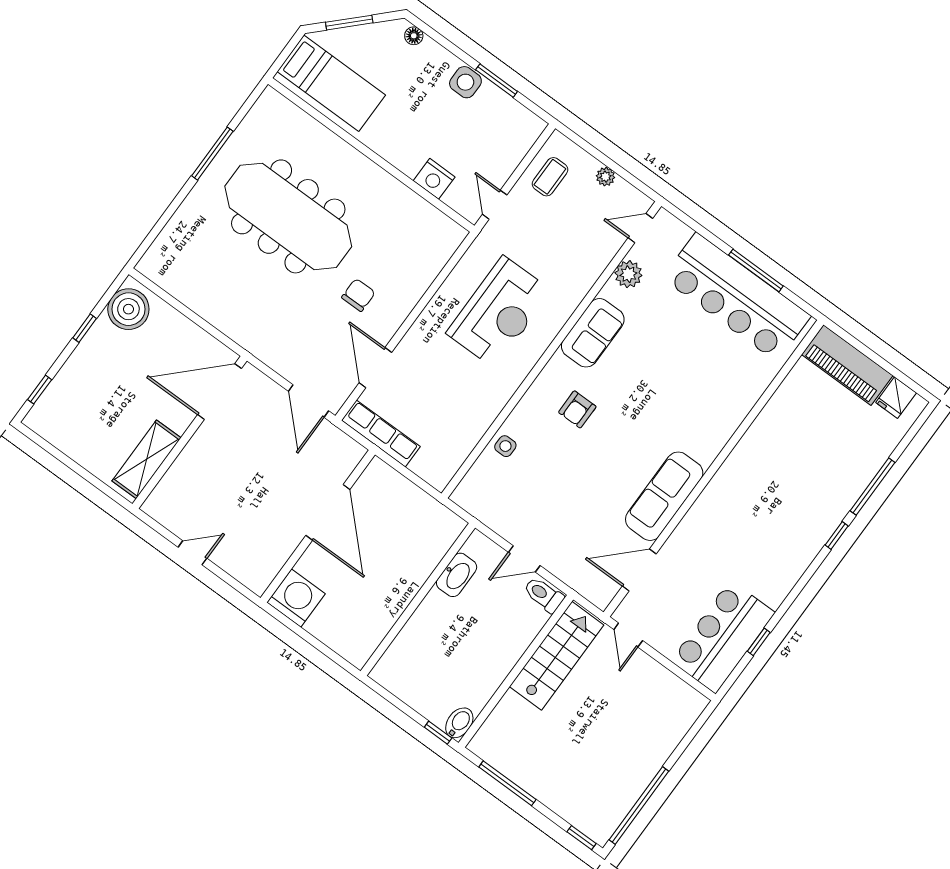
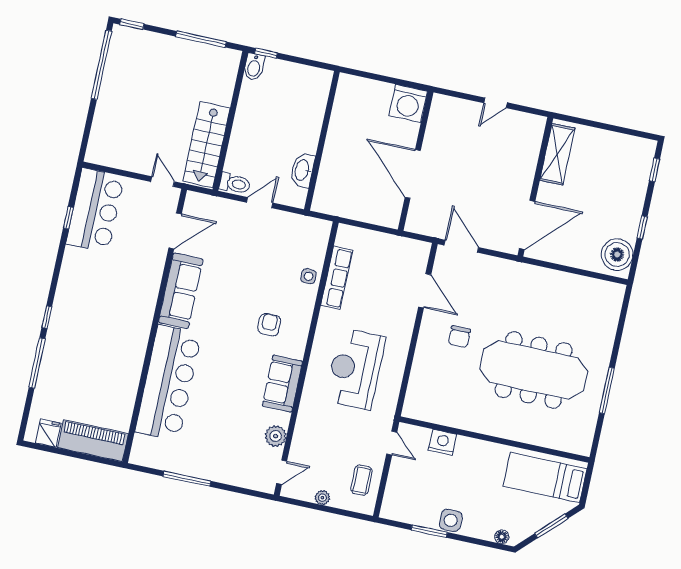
bar counter: (737, 297) -> (168, 383), moved, turned 90
row of seats: (381, 433) -> (337, 278), moved, turned -90

